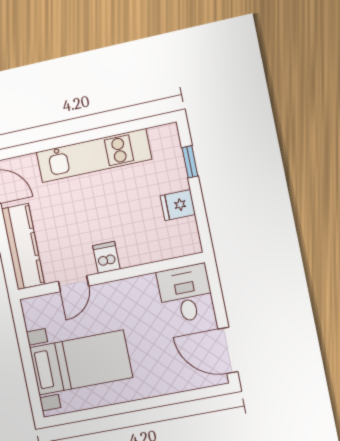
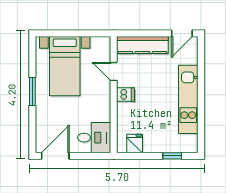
fridge: (178, 205) -> (135, 144), moved
window: (131, 406) -> (32, 91), added

